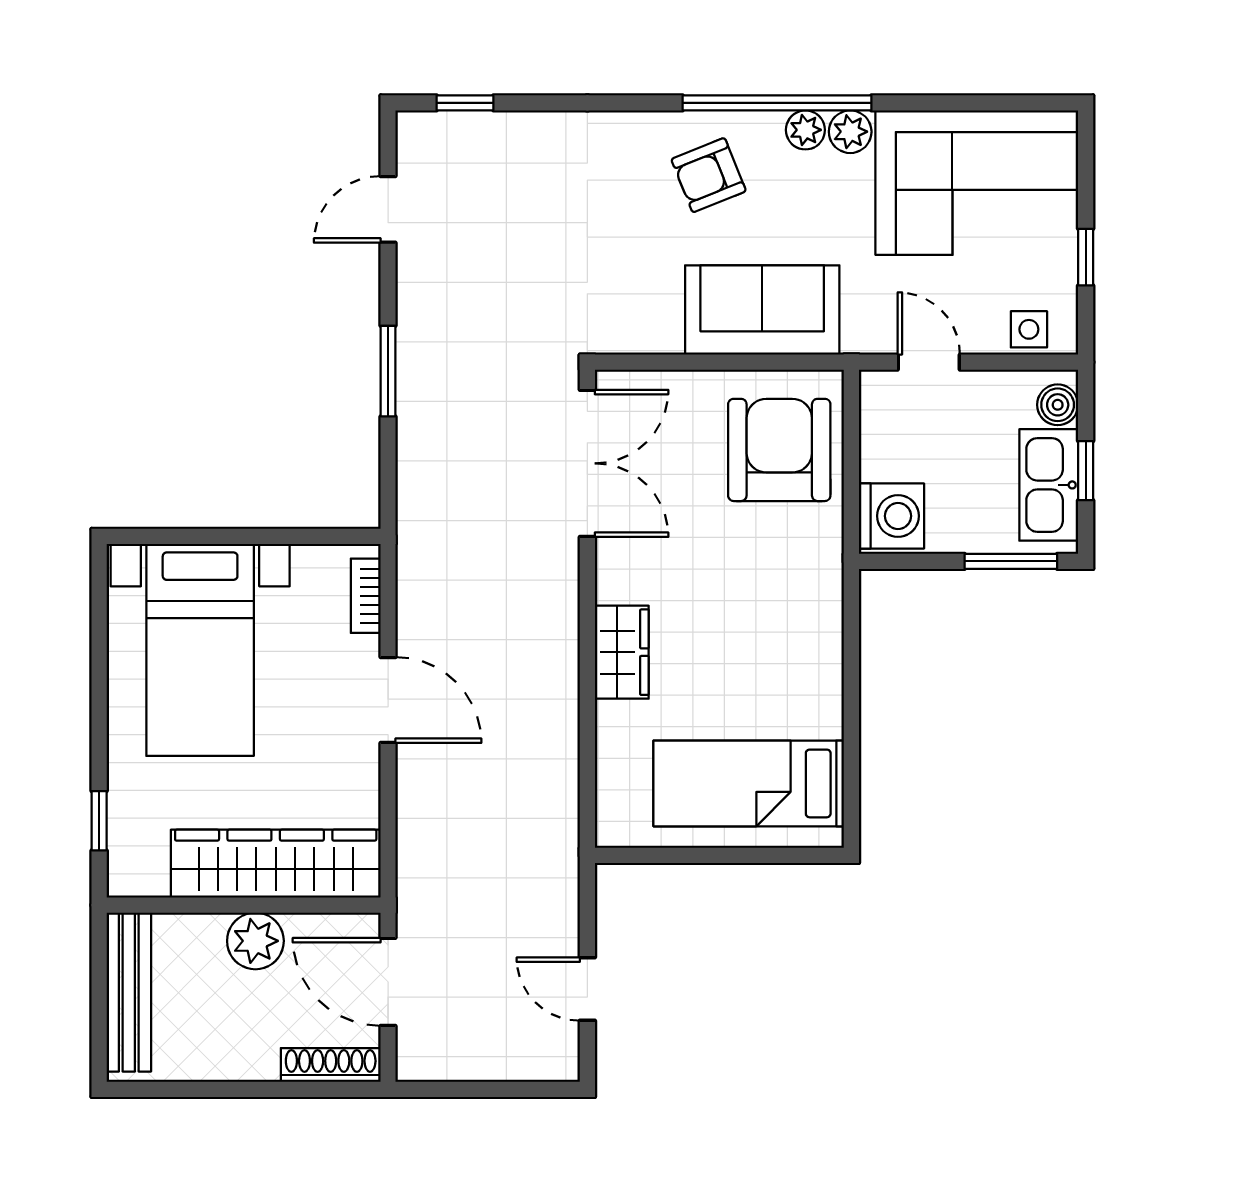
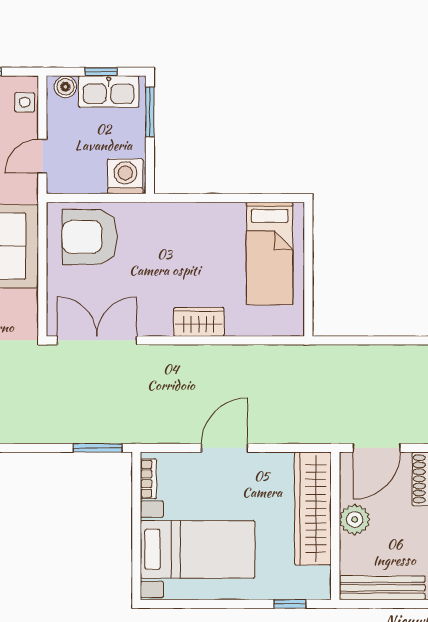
window: (388, 371) -> (98, 448), moved
bookcase: (366, 596) -> (148, 479), moved, turned -90
door: (587, 989) -> (381, 340), removed

